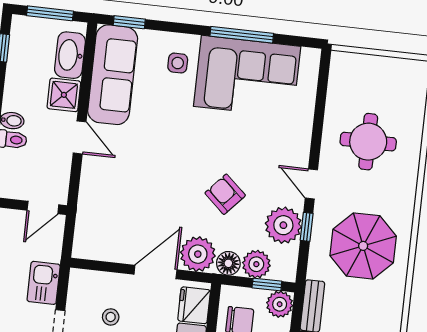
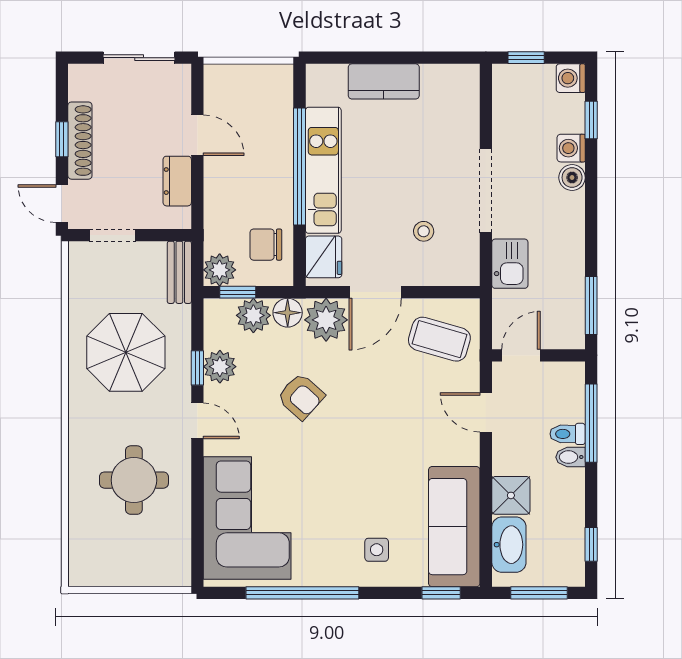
window: (242, 35) -> (302, 593), width x1.46
corner sofa: (247, 76) -> (247, 518), moved, turned 90
door: (80, 137) -> (486, 412), moved
plant: (283, 225) -> (220, 367), width x0.73, depth x0.73
coffee table: (108, 228) -> (439, 339), added

